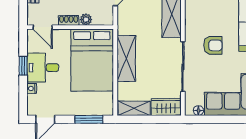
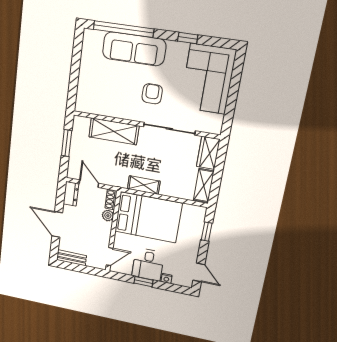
shoe rack: (69, 20) -> (111, 199), moved
shelving: (126, 58) -> (144, 185), width x0.67, depth x0.75
floor lamp: (198, 111) -> (218, 120), removed
window: (89, 119) -> (207, 232), width x0.67

